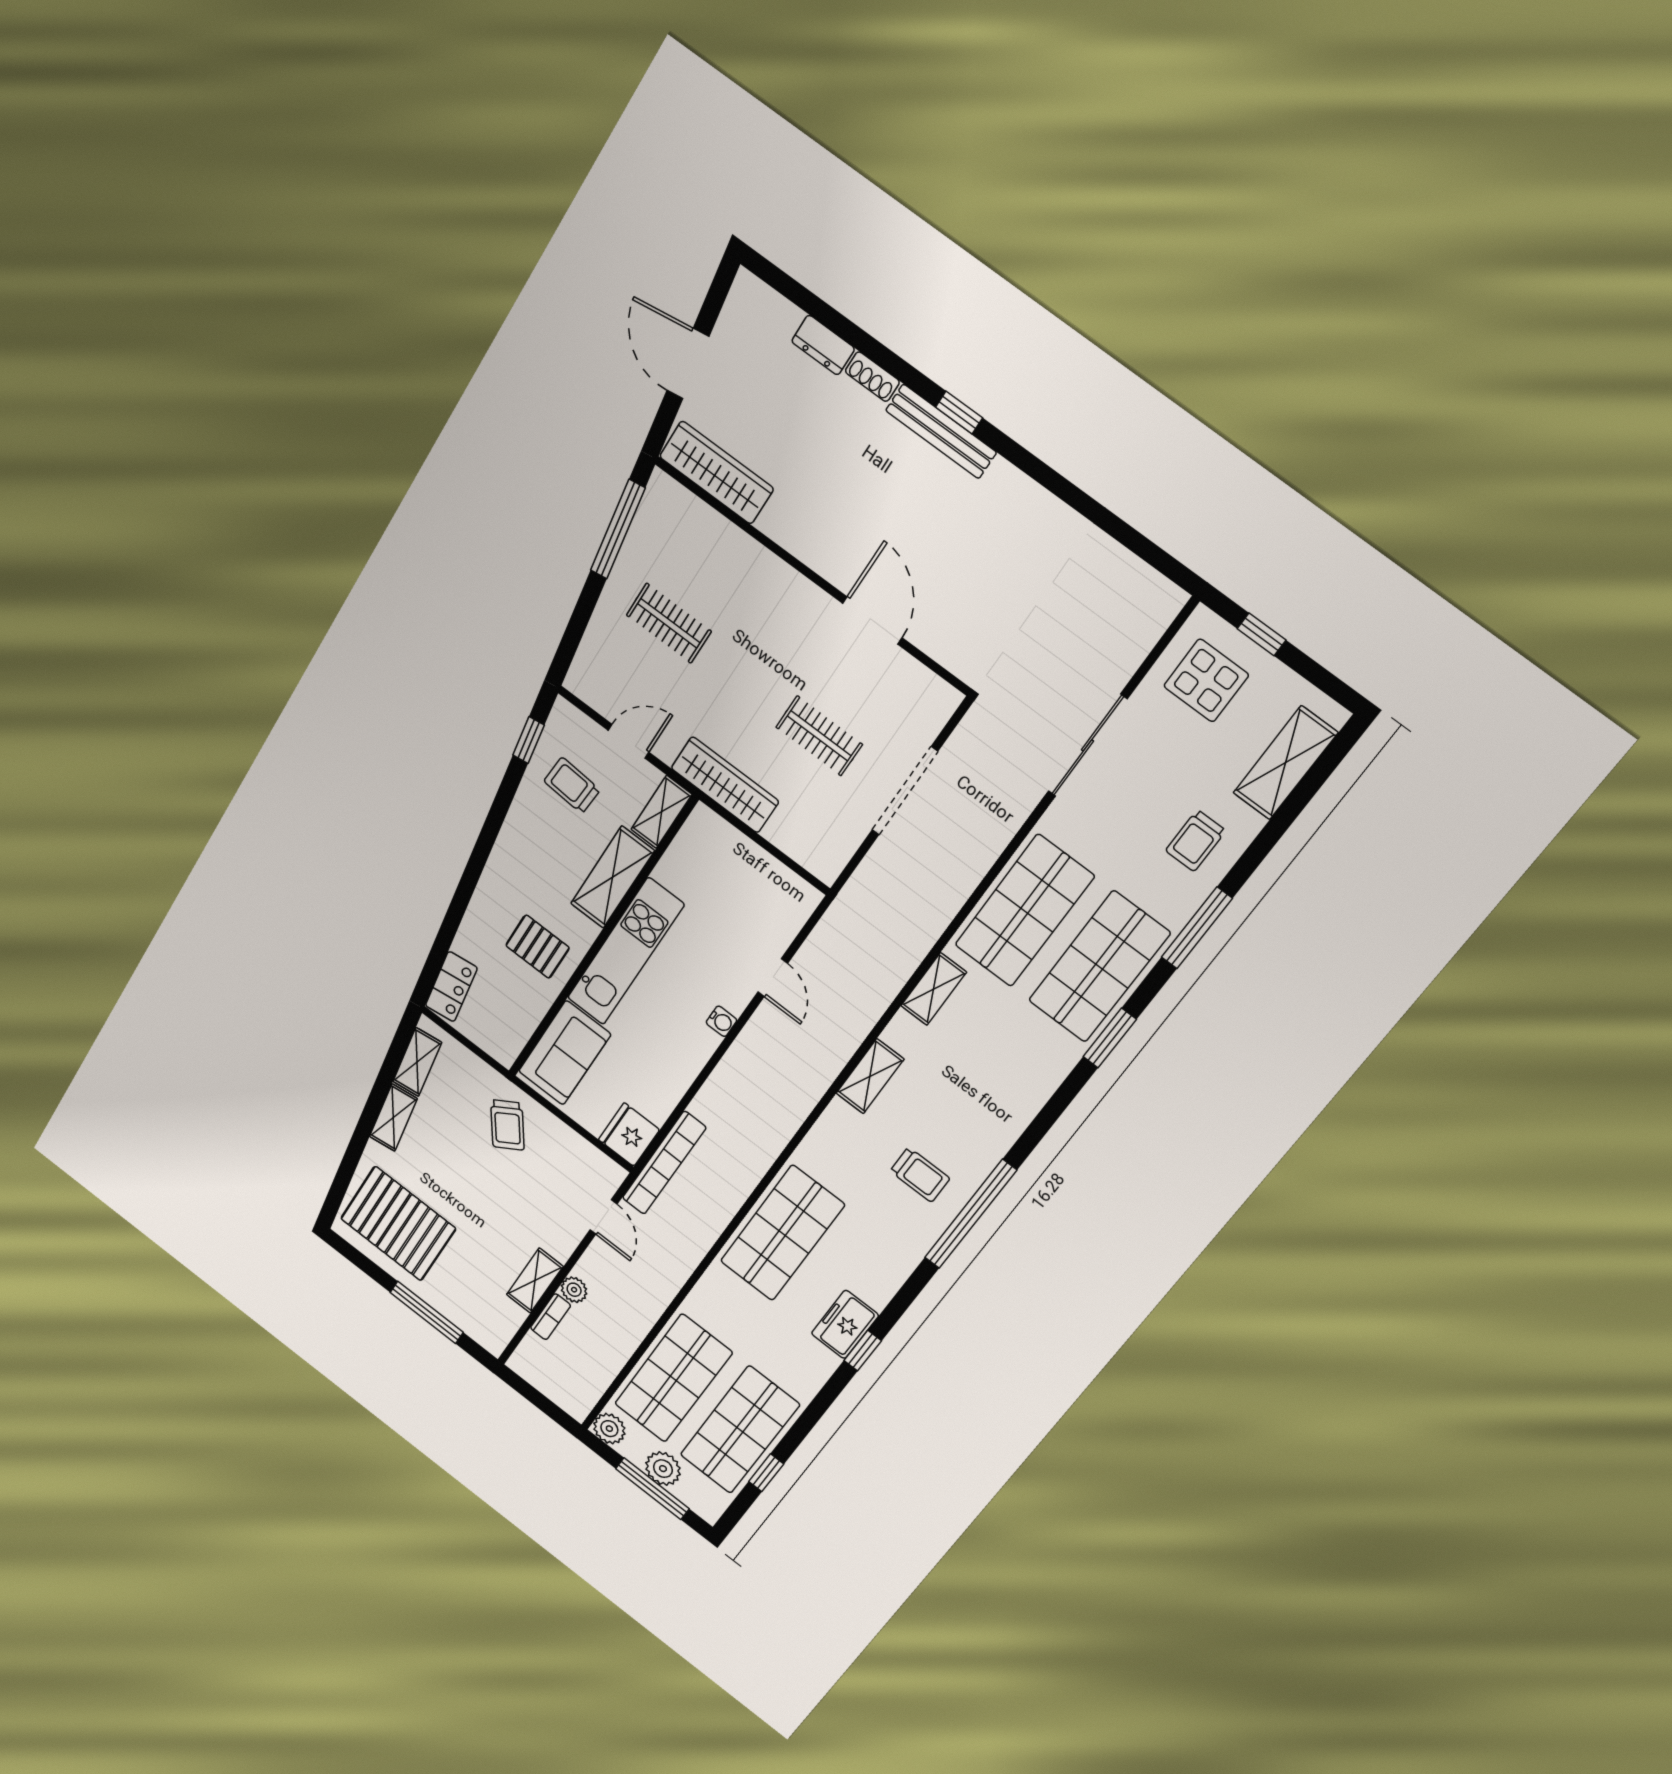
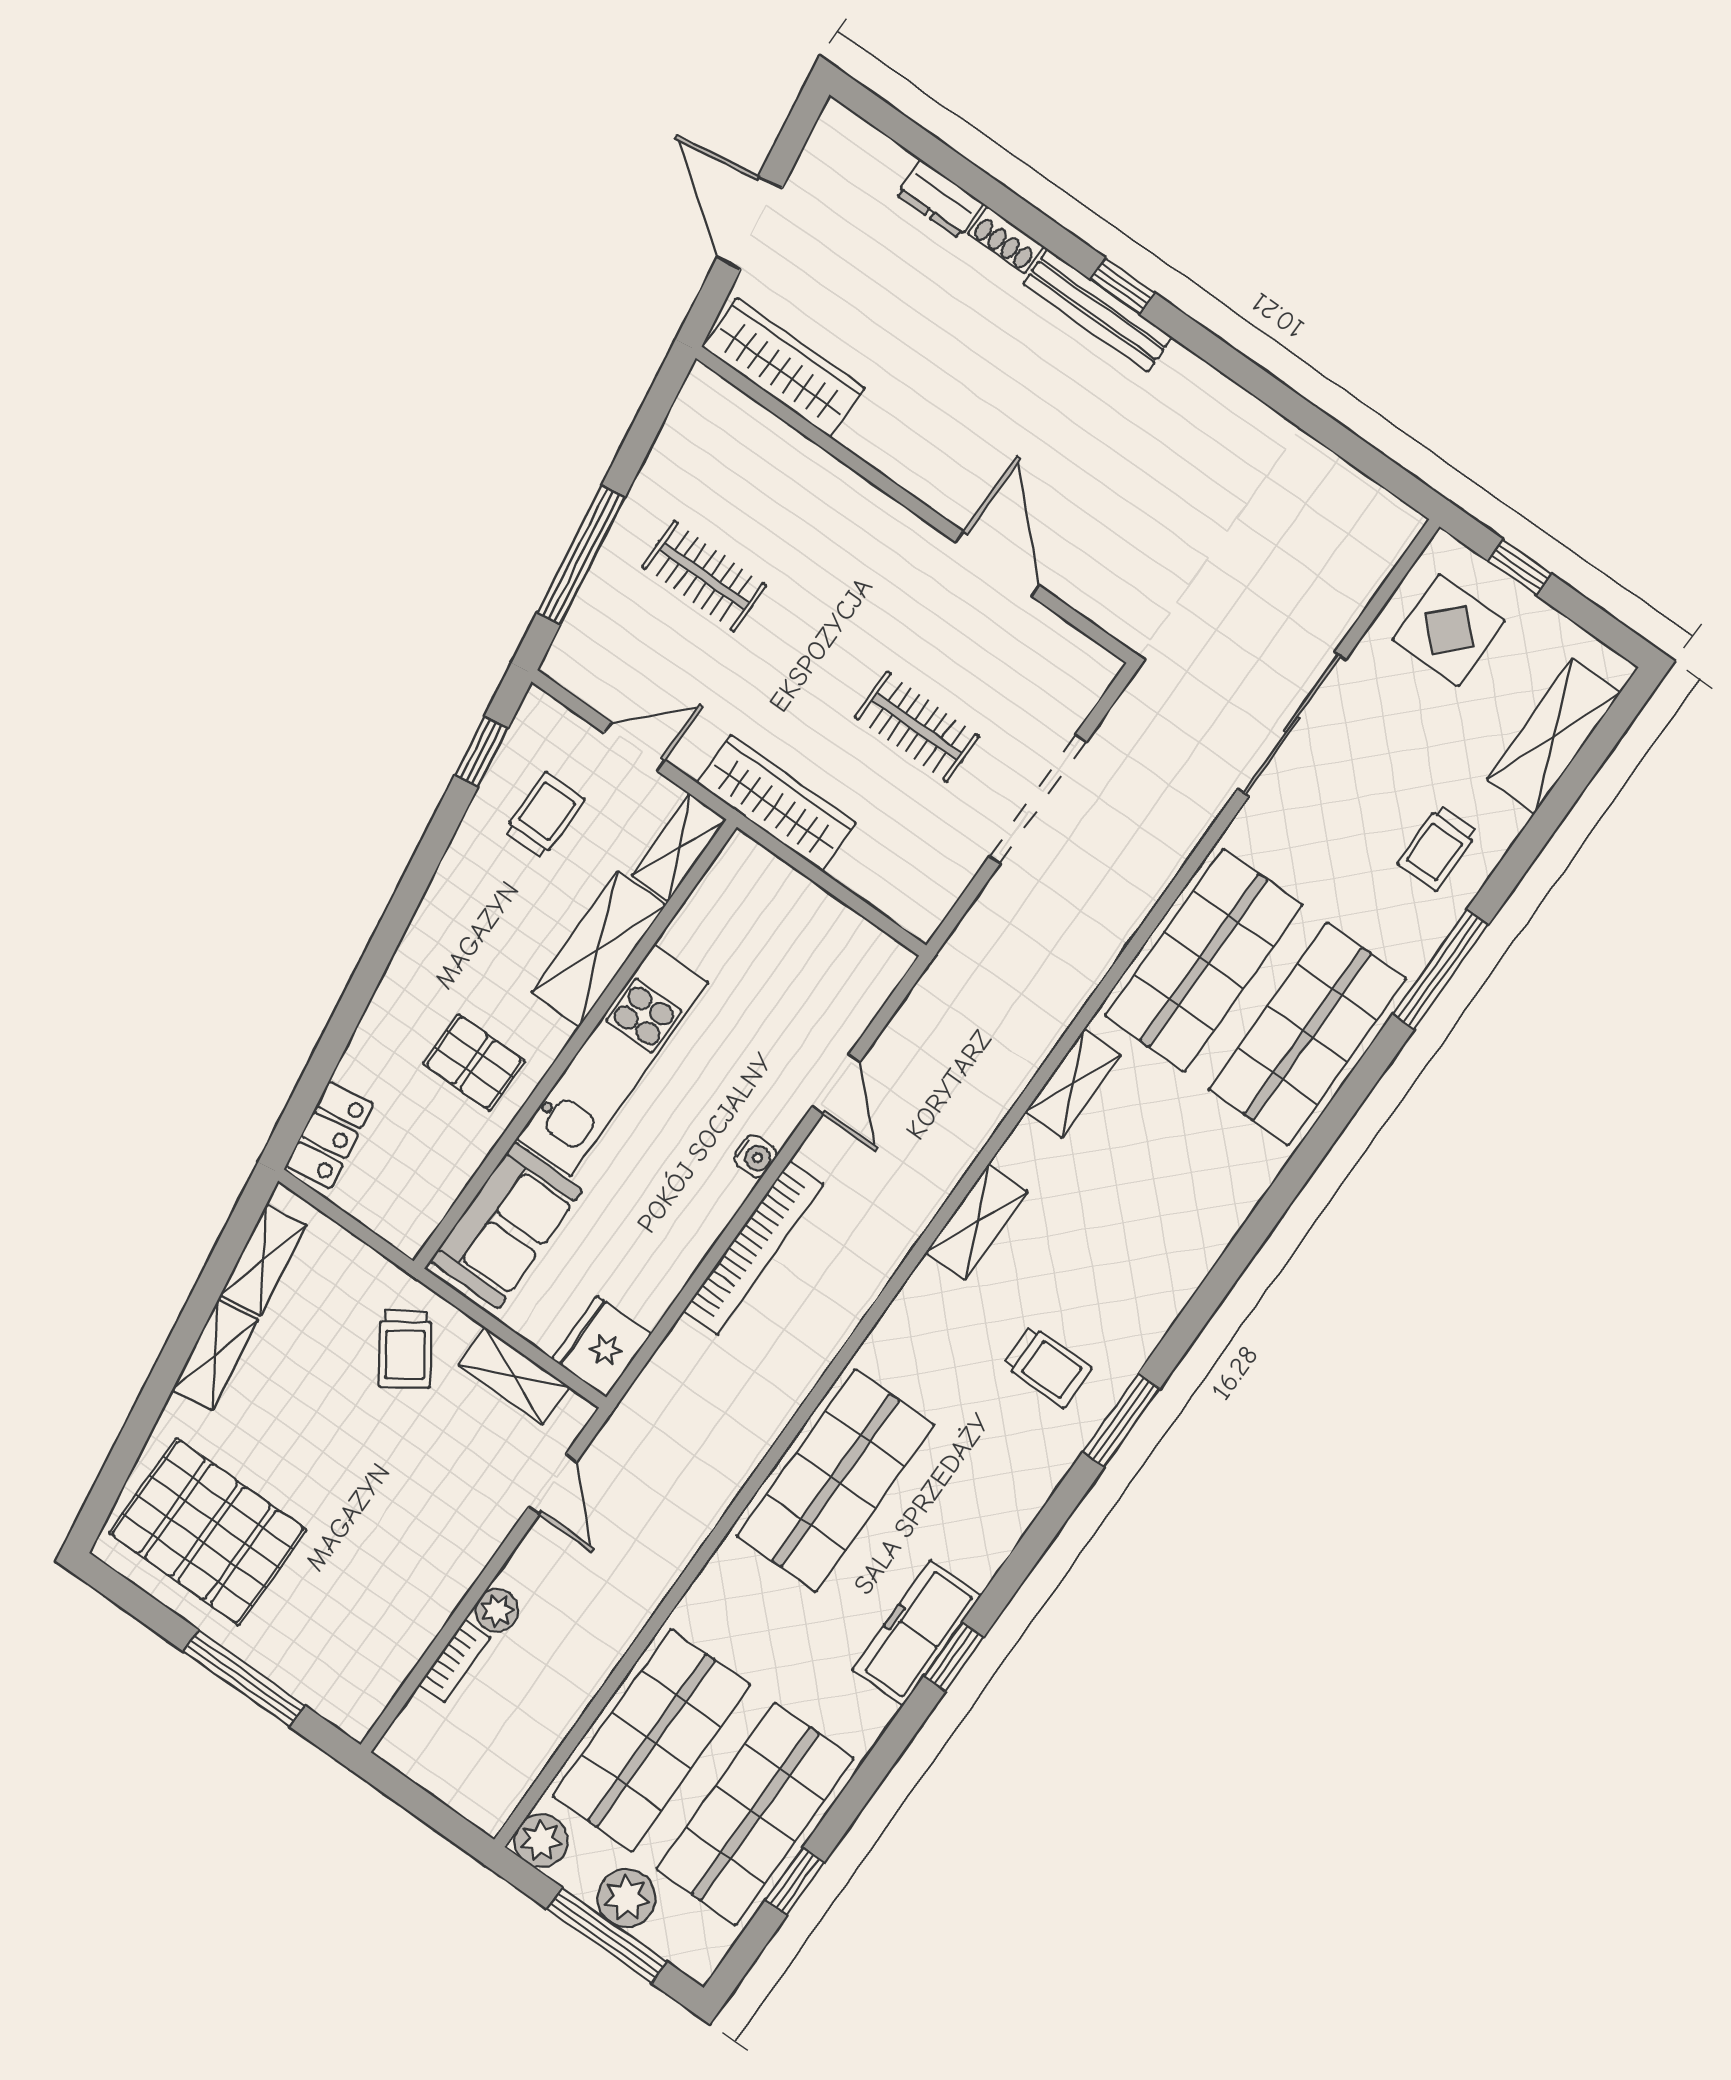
window: (618, 529) -> (581, 555), moved
trolley: (572, 785) -> (544, 815), turned 86
window: (1110, 1038) -> (1322, 1136), removed
bookcase: (664, 1163) -> (753, 1248), moved
window: (971, 1214) -> (1121, 1420), width x0.47
shelving: (535, 1281) -> (514, 1376), moved, turned 90
freezer: (845, 1324) -> (917, 1633), width x1.40

